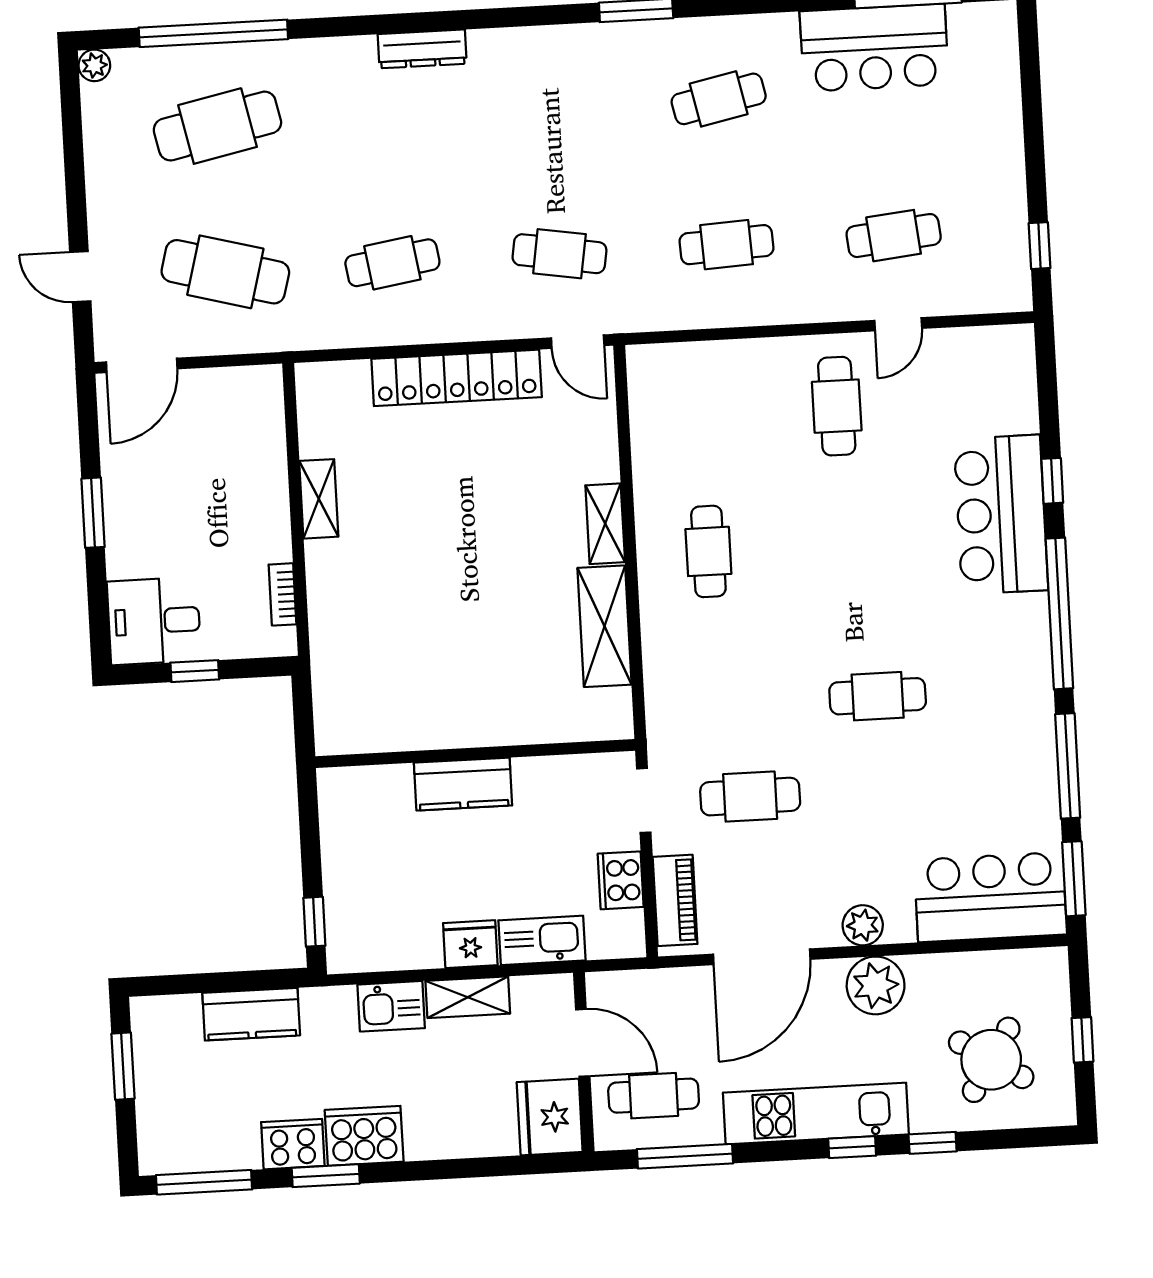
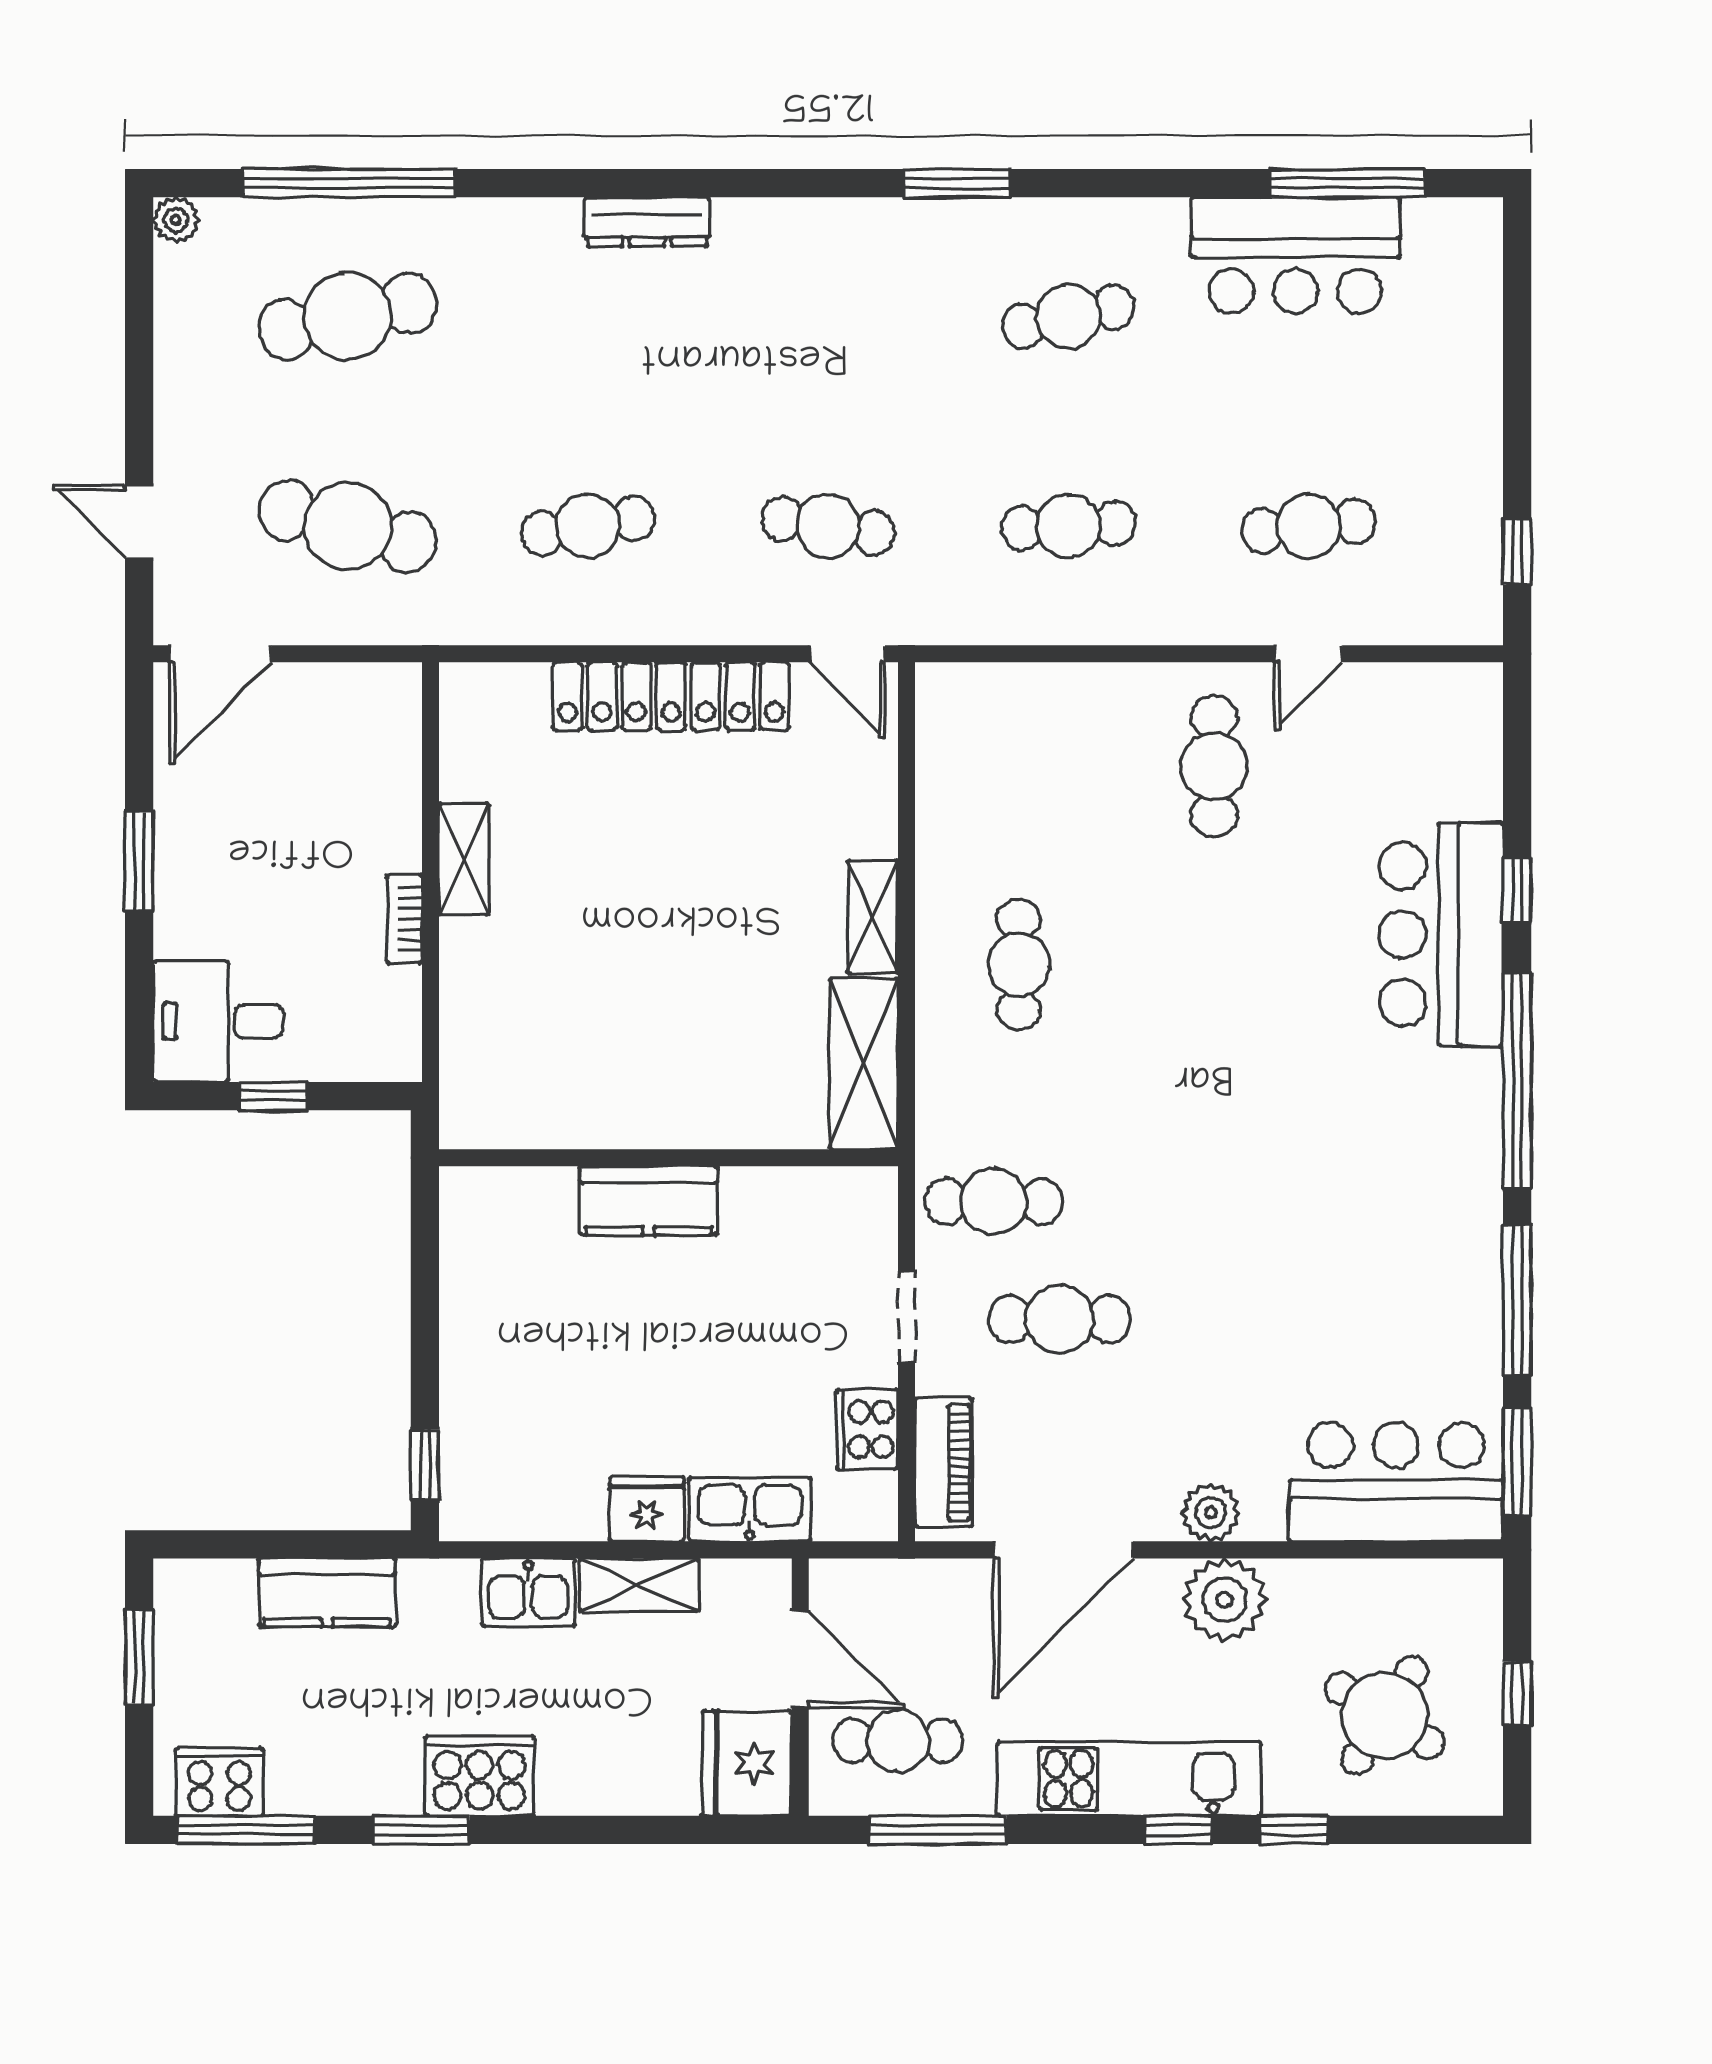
bookcase: (282, 594) -> (405, 919), moved
cafe table: (878, 696) -> (994, 1201), moved
wall: (475, 754) -> (669, 1158), moved
kitchen counter: (463, 784) -> (649, 1201), moved
cooker: (293, 1144) -> (219, 1782), moved

